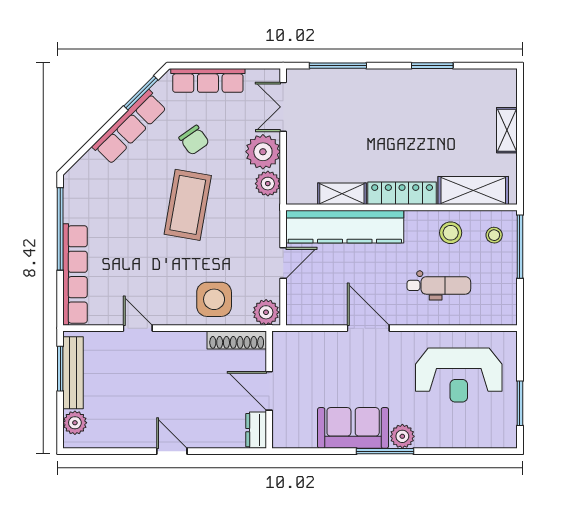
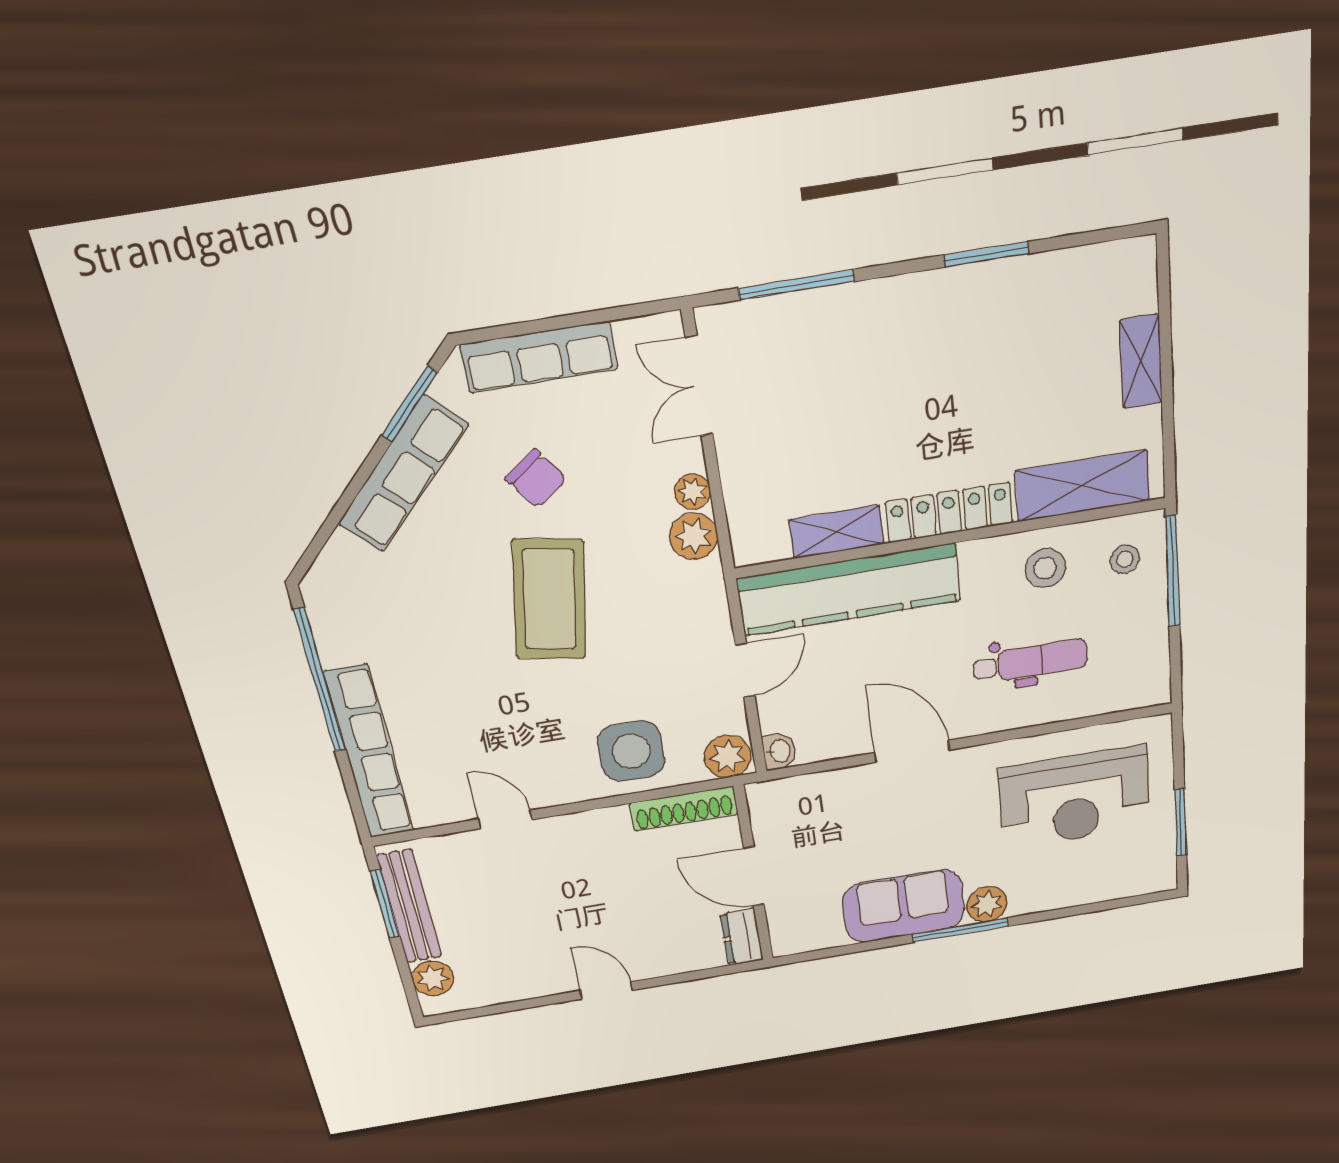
plant: (263, 152) -> (692, 492), width x0.53, depth x0.53
washbasin: (295, 314) -> (779, 751), added

